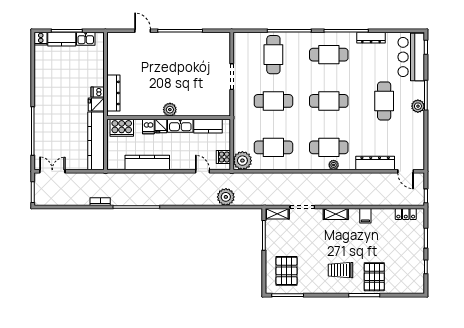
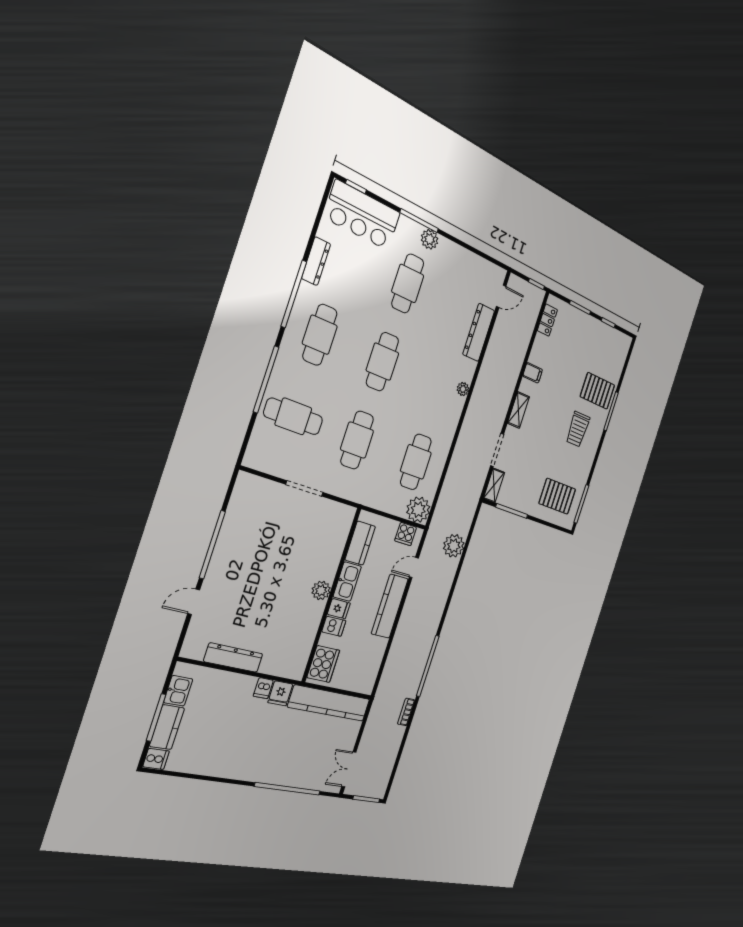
dresser: (113, 93) -> (233, 658), moved
cafe table: (384, 101) -> (408, 284), turned 90
cafe table: (329, 147) -> (440, 387), removed
kitchen counter: (147, 162) -> (390, 606), moved

